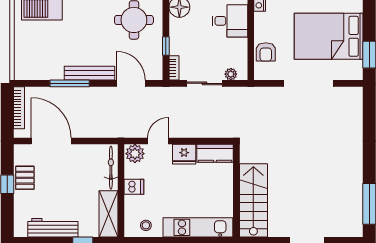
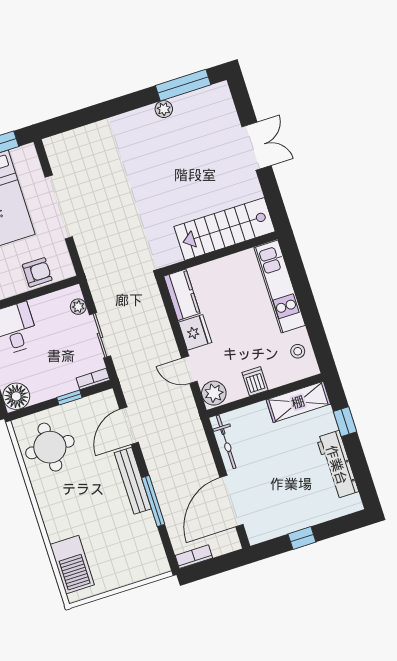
bookcase: (19, 108) -> (194, 557), width x0.64
bicycle: (111, 168) -> (226, 442), moved, turned -90
pallet: (25, 178) -> (287, 519), removed
plant: (356, 184) -> (164, 109), added

